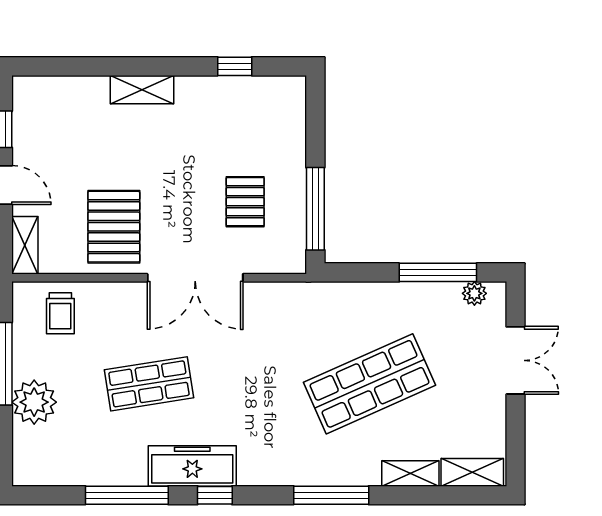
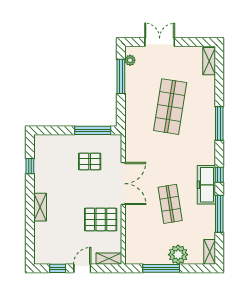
trolley: (60, 313) -> (139, 243), removed
shop shelf: (369, 384) -> (170, 107), turned 33
shelving: (410, 474) -> (210, 252), moved

